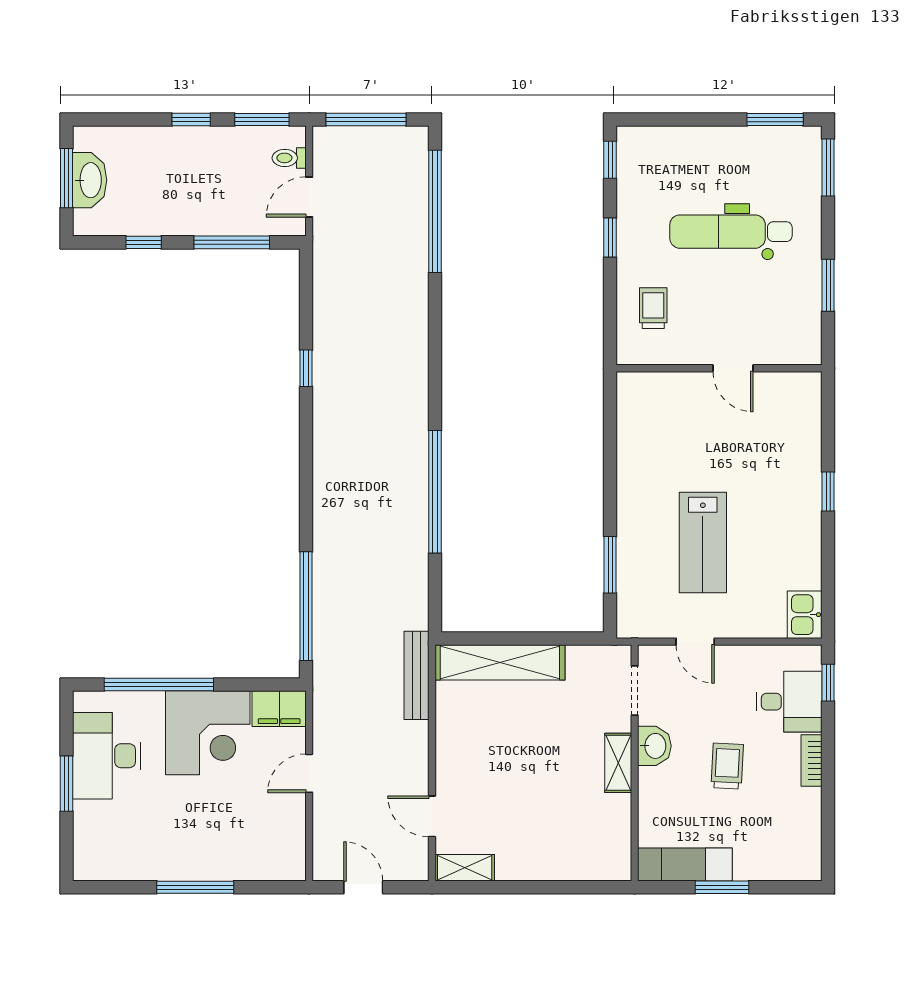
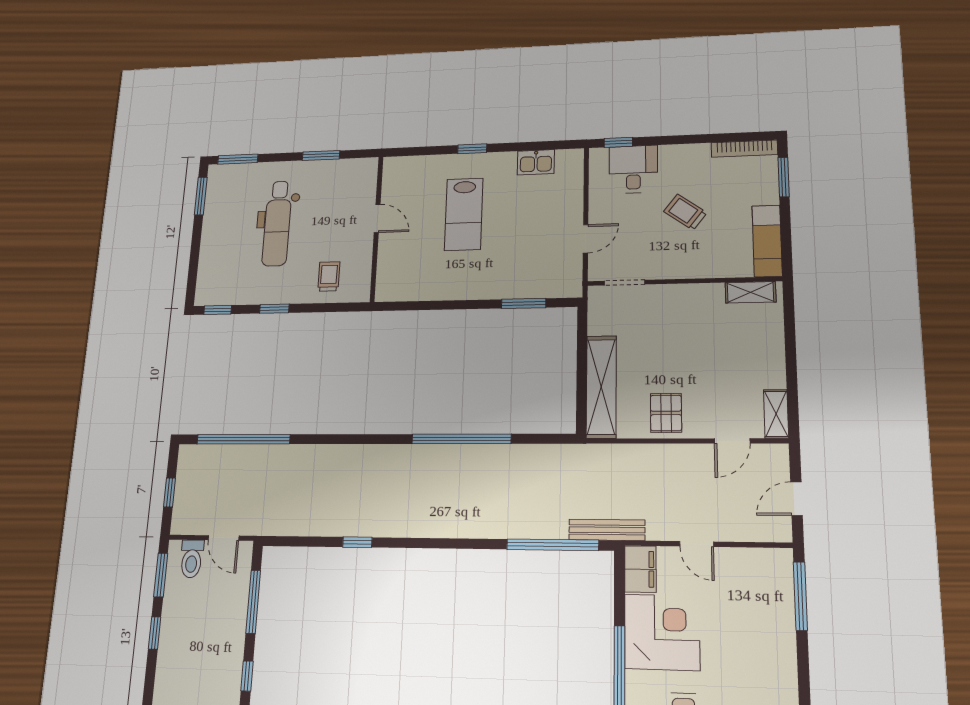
window: (366, 120) -> (169, 492), width x0.46
toilet: (289, 158) -> (192, 559), width x1.37, depth x1.39
trolley: (653, 308) -> (329, 276), turned 90
door: (733, 368) -> (377, 218), hinge flipped
lab bench: (703, 543) -> (464, 214), moved, turned 90
kitchen sink: (805, 615) -> (536, 162), moved
bench: (416, 675) -> (607, 530), moved
pallet: (466, 740) -> (666, 413), added
washbasin: (654, 746) -> (670, 267), removed
bookcase: (812, 761) -> (744, 149), moved, width x1.56
shelving: (618, 763) -> (750, 292), moved
trolley: (727, 766) -> (685, 212), turned 34
window: (195, 887) -> (800, 596), moved
window: (722, 887) -> (784, 177), moved

